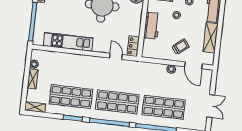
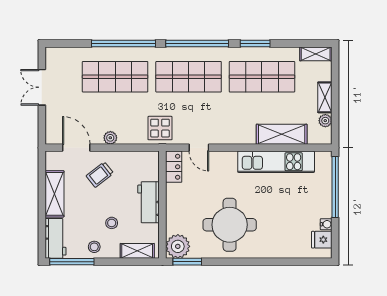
shelving: (63, 59) -> (282, 134), added
display table: (139, 72) -> (160, 128), added

